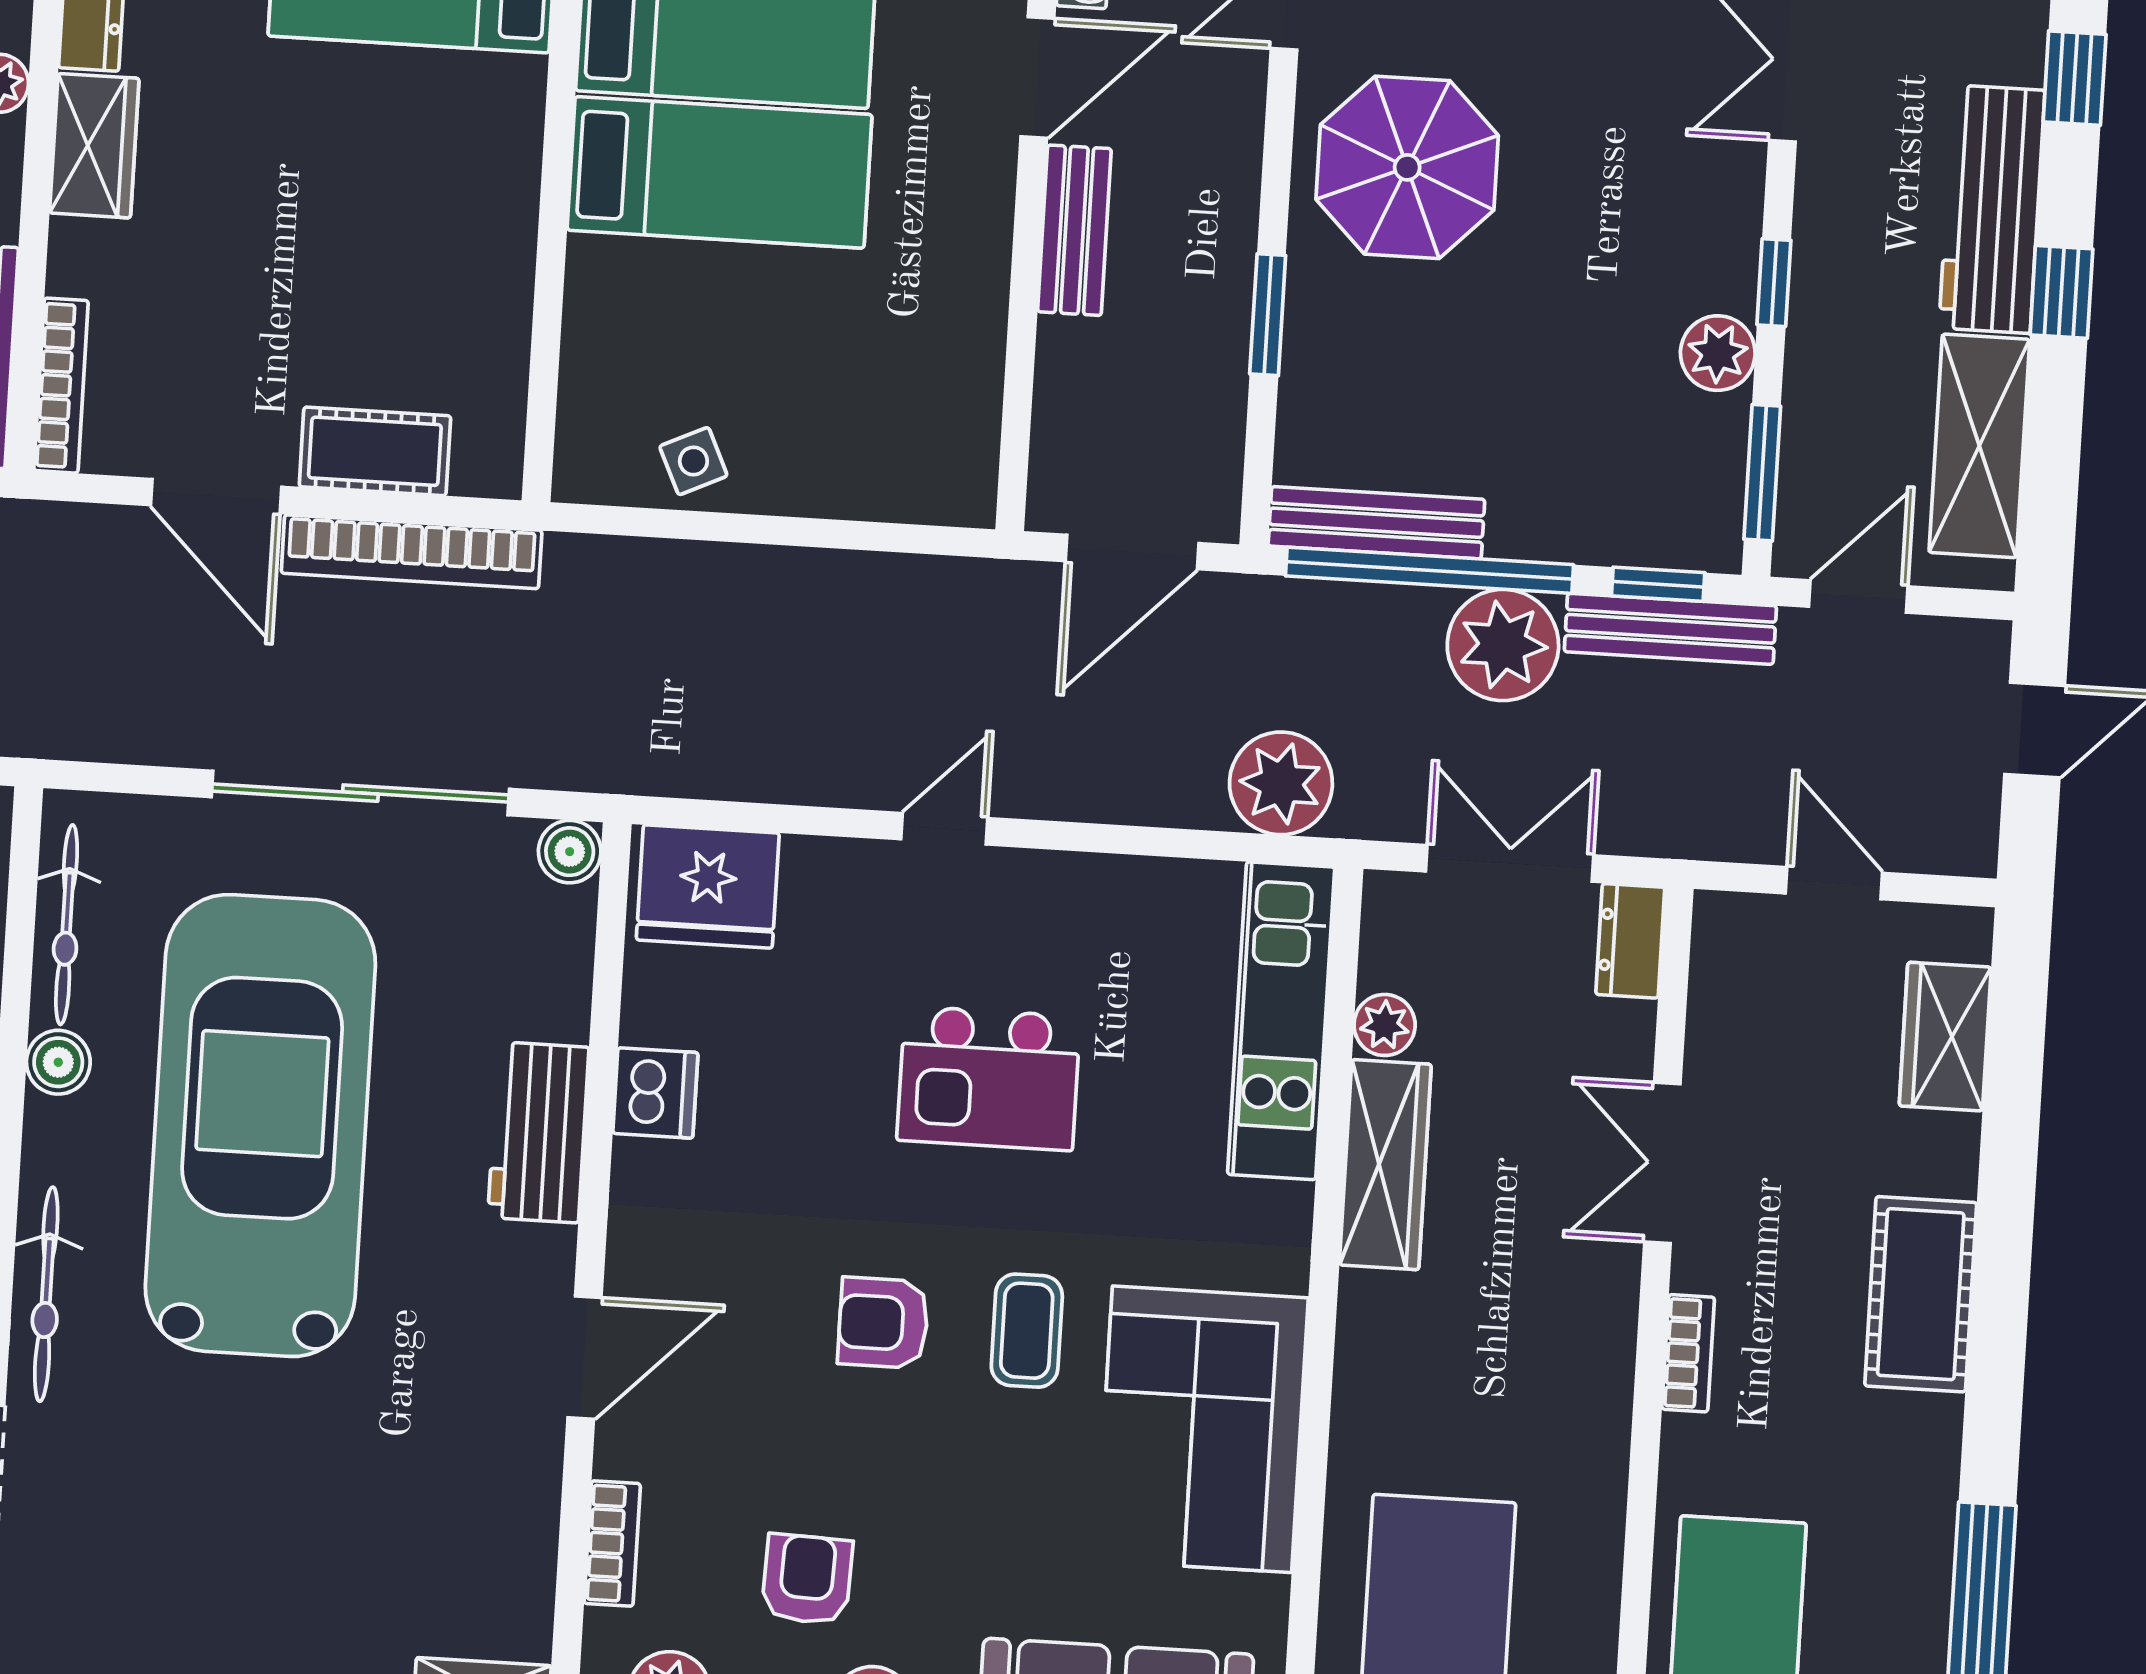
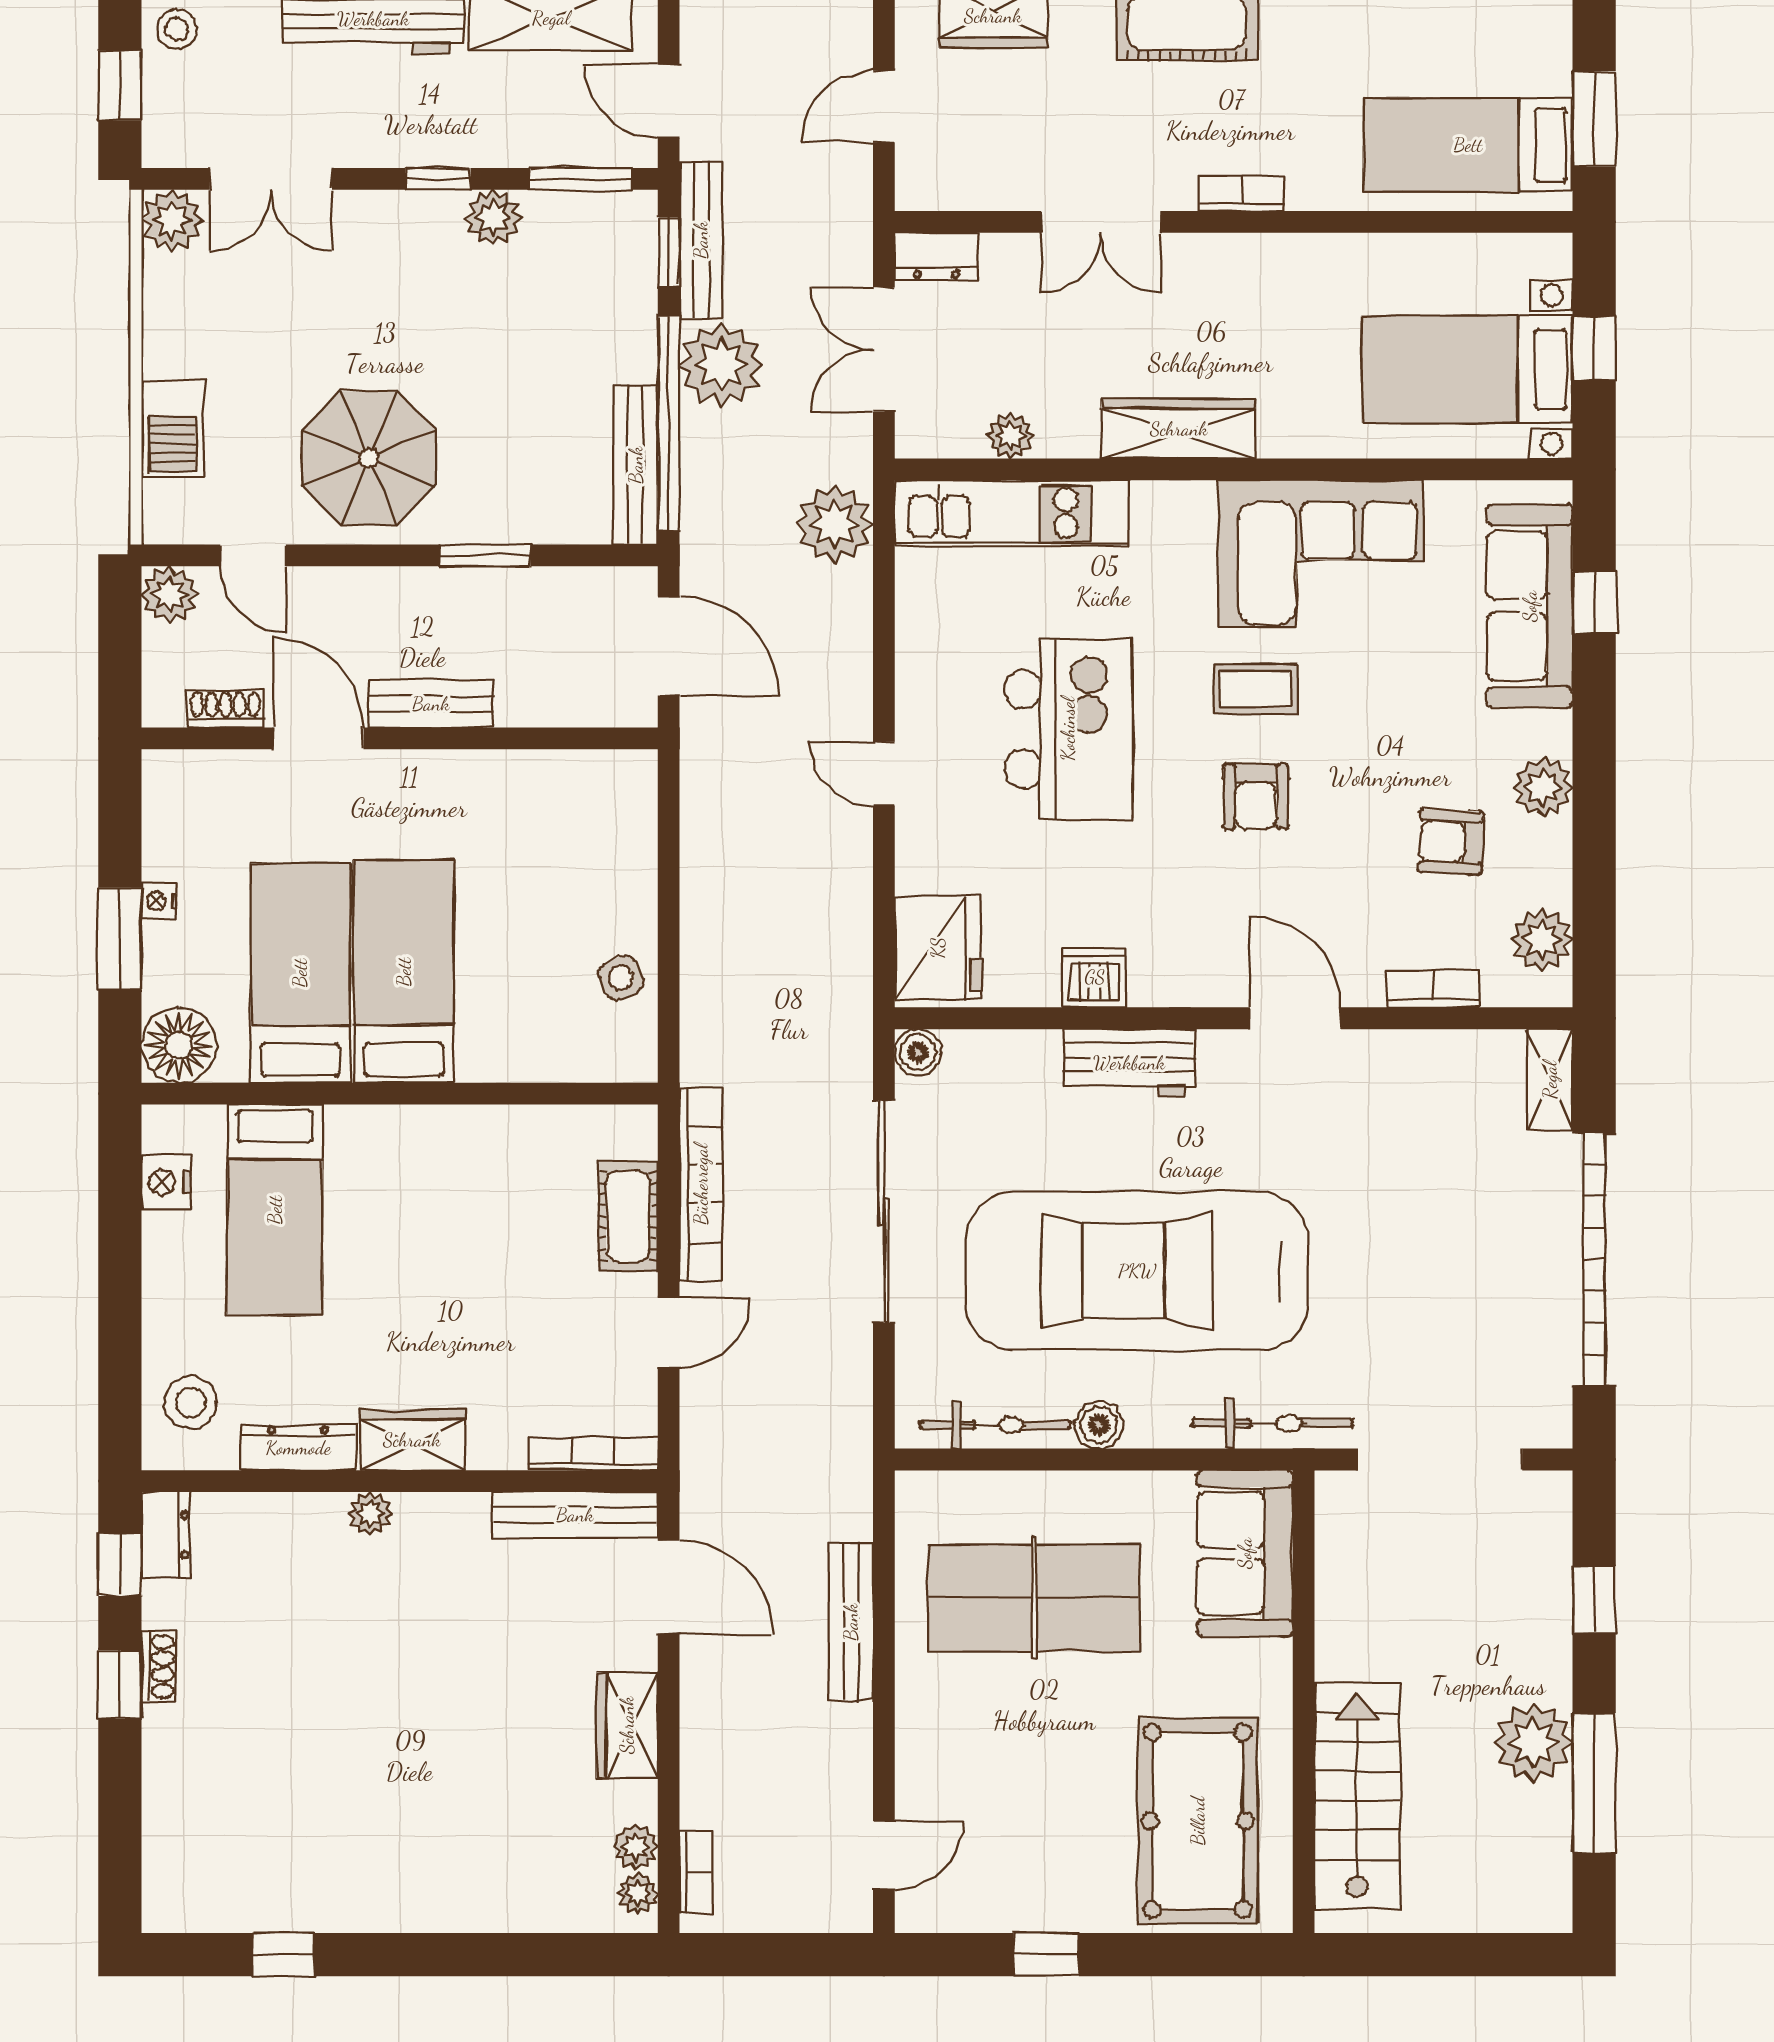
door: (216, 496) -> (669, 1333), width x0.73
kitchen island: (989, 1078) -> (1068, 729), width x1.37, depth x1.28
wardrobe: (1385, 1165) -> (1179, 429), moved

